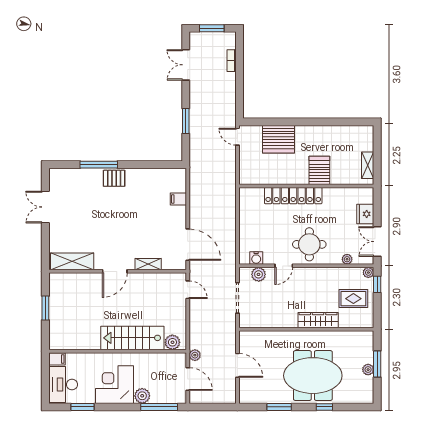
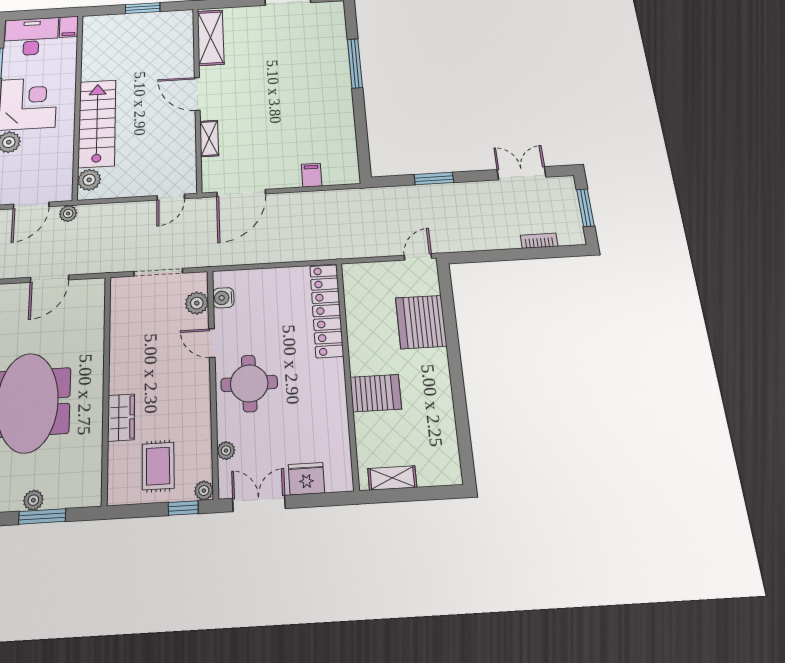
pallet: (114, 178) -> (336, 85), removed
locker: (293, 196) -> (327, 311), moved
wardrobe: (318, 320) -> (121, 417), width x0.67

